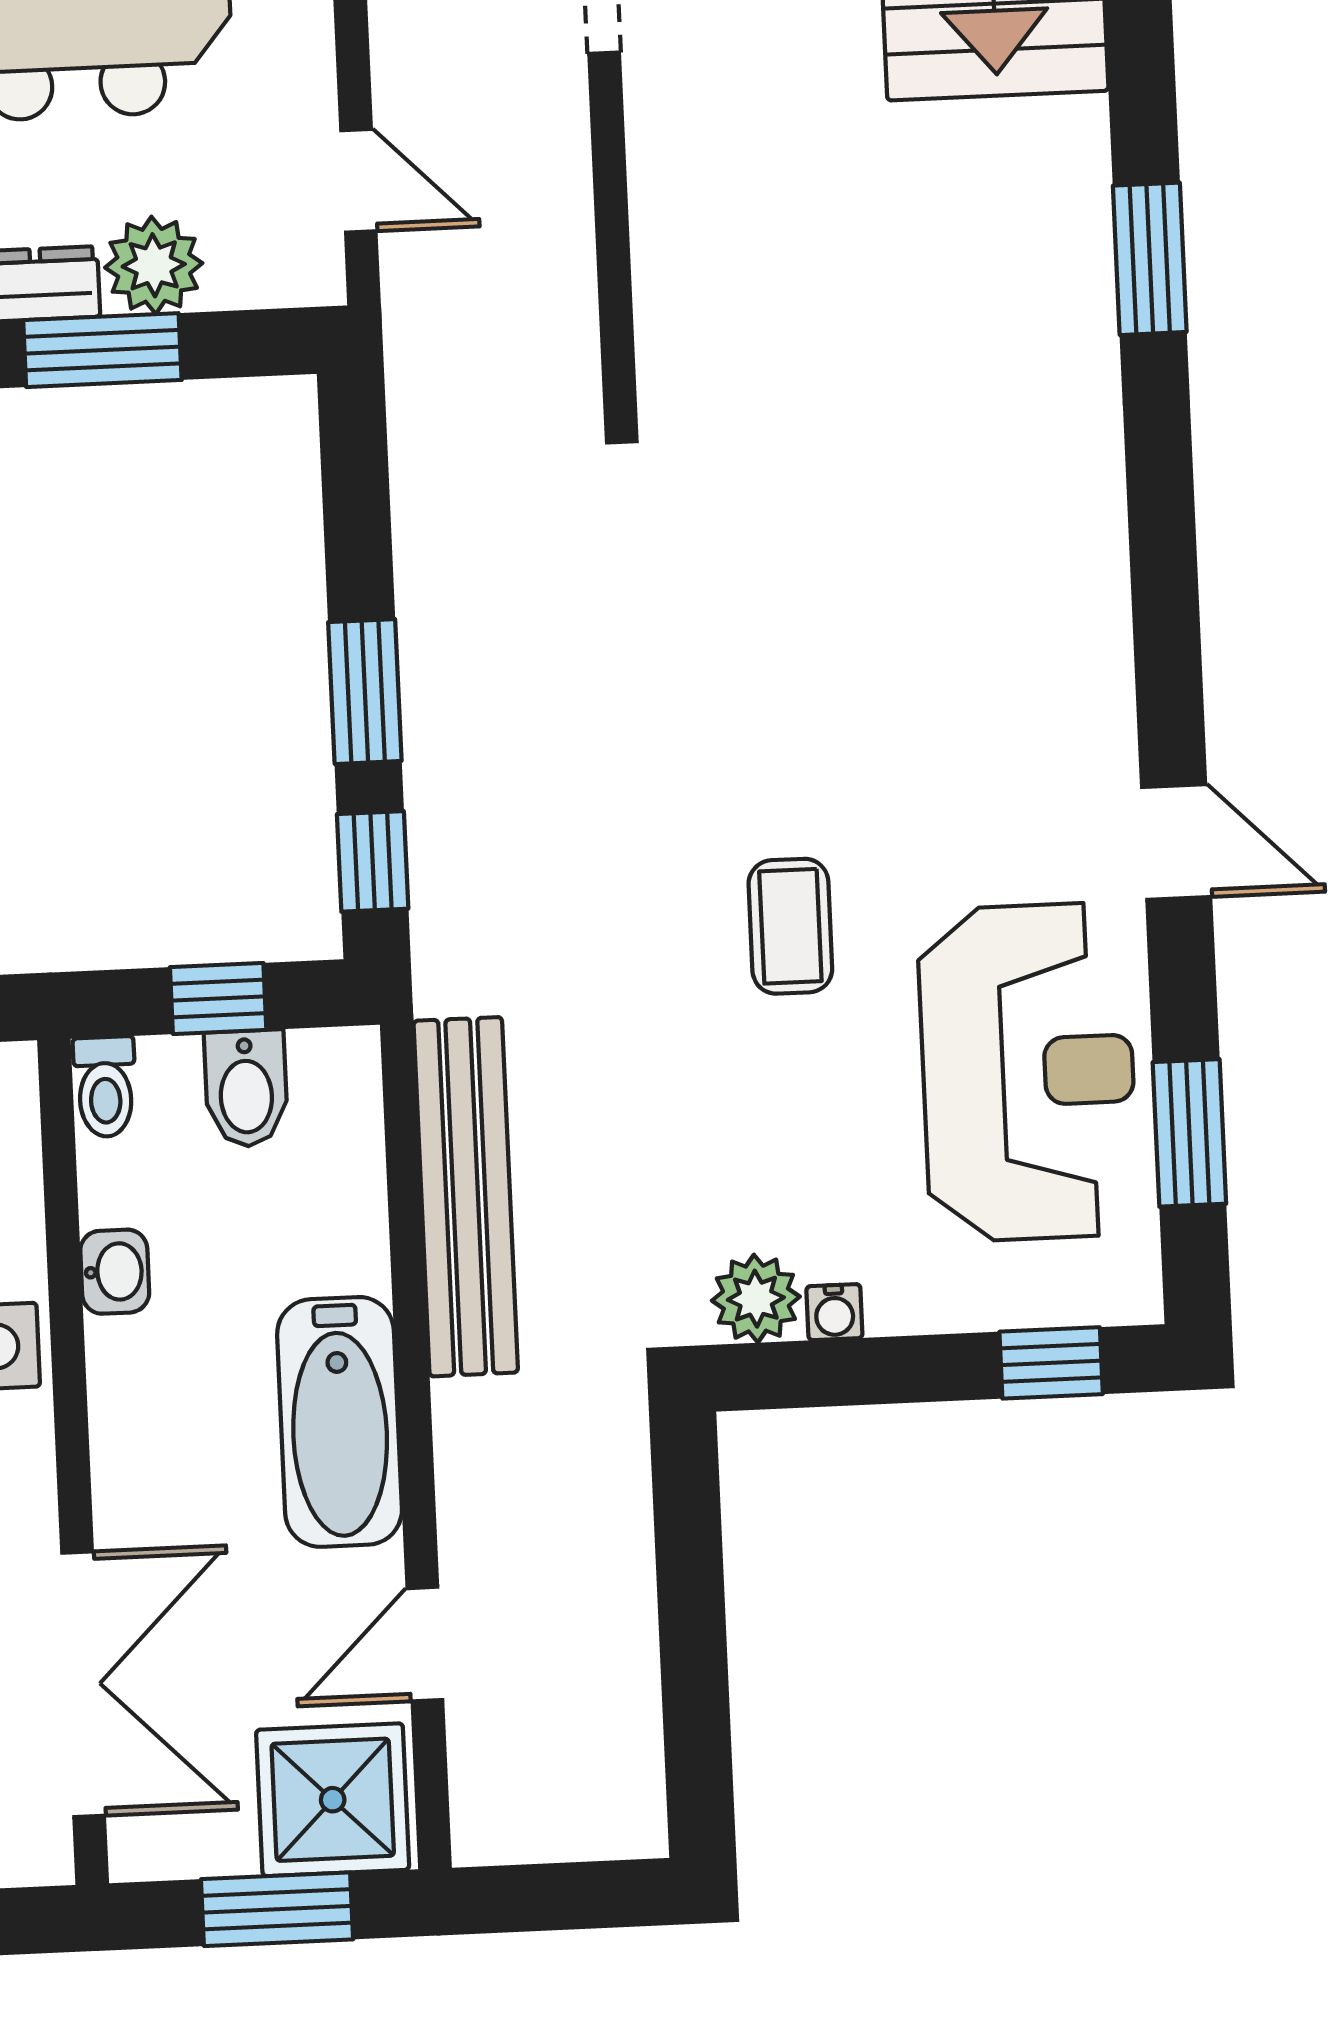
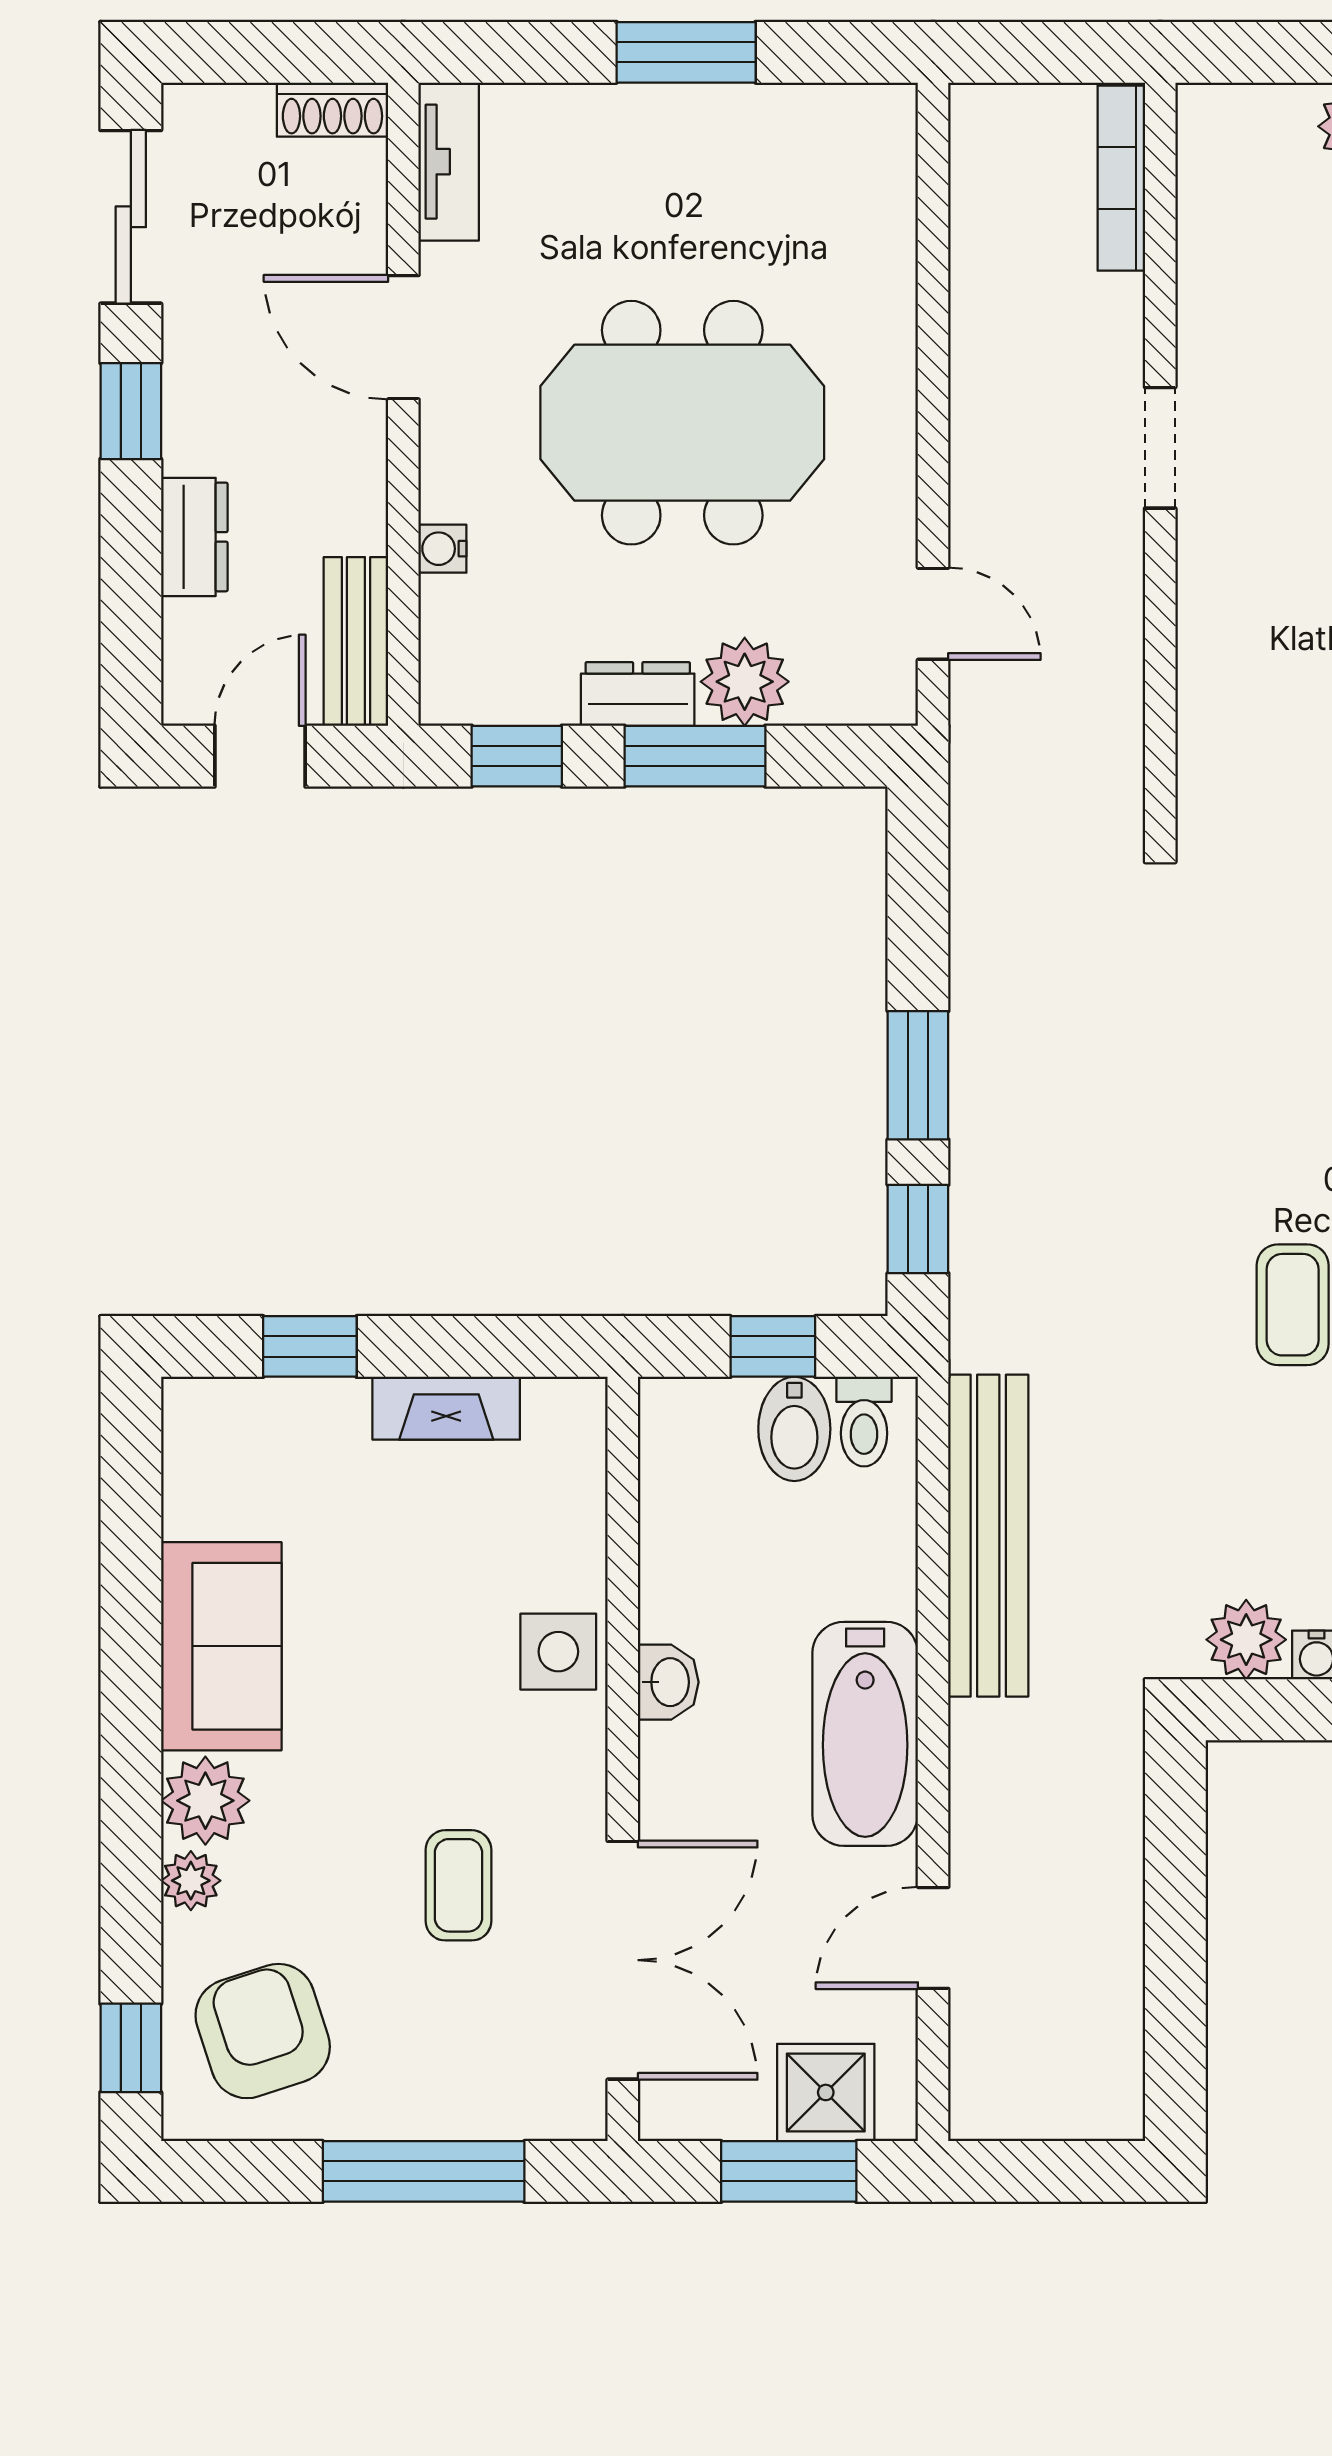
toilet: (105, 1087) -> (864, 1422), moved
washbasin: (115, 1272) -> (668, 1682), moved
shower: (333, 1800) -> (826, 2092), width x0.73, depth x0.73

